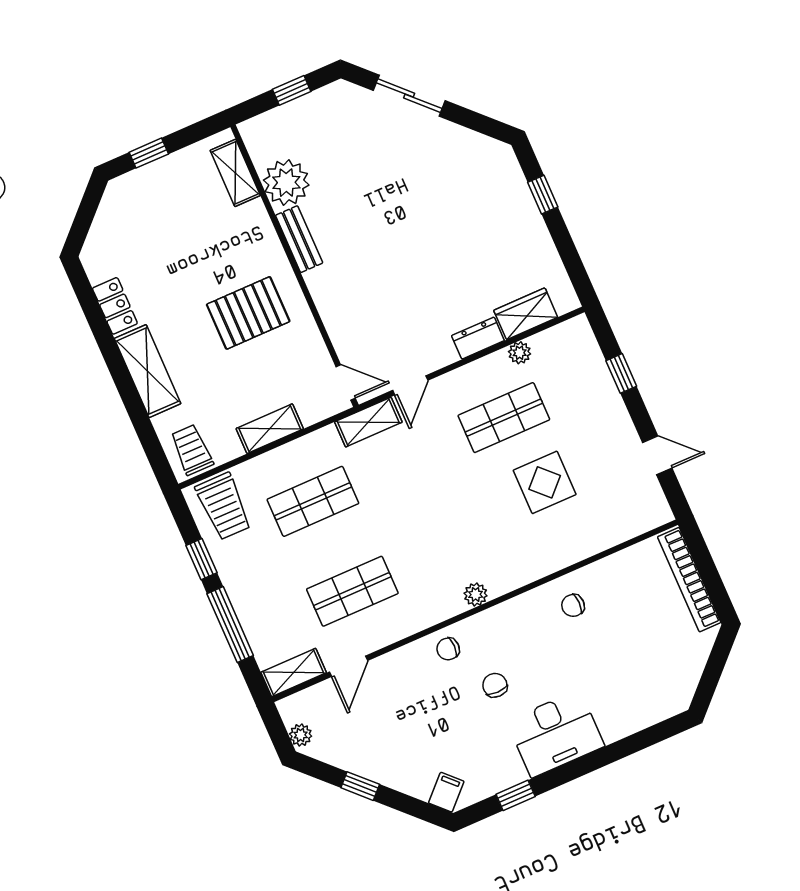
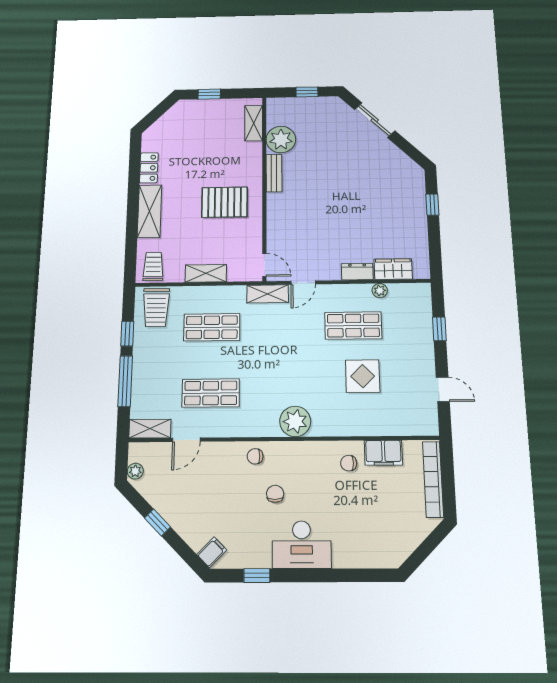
filing cabinet: (612, 573) -> (383, 453), added
plant: (476, 594) -> (295, 421), width x1.87, depth x1.87

